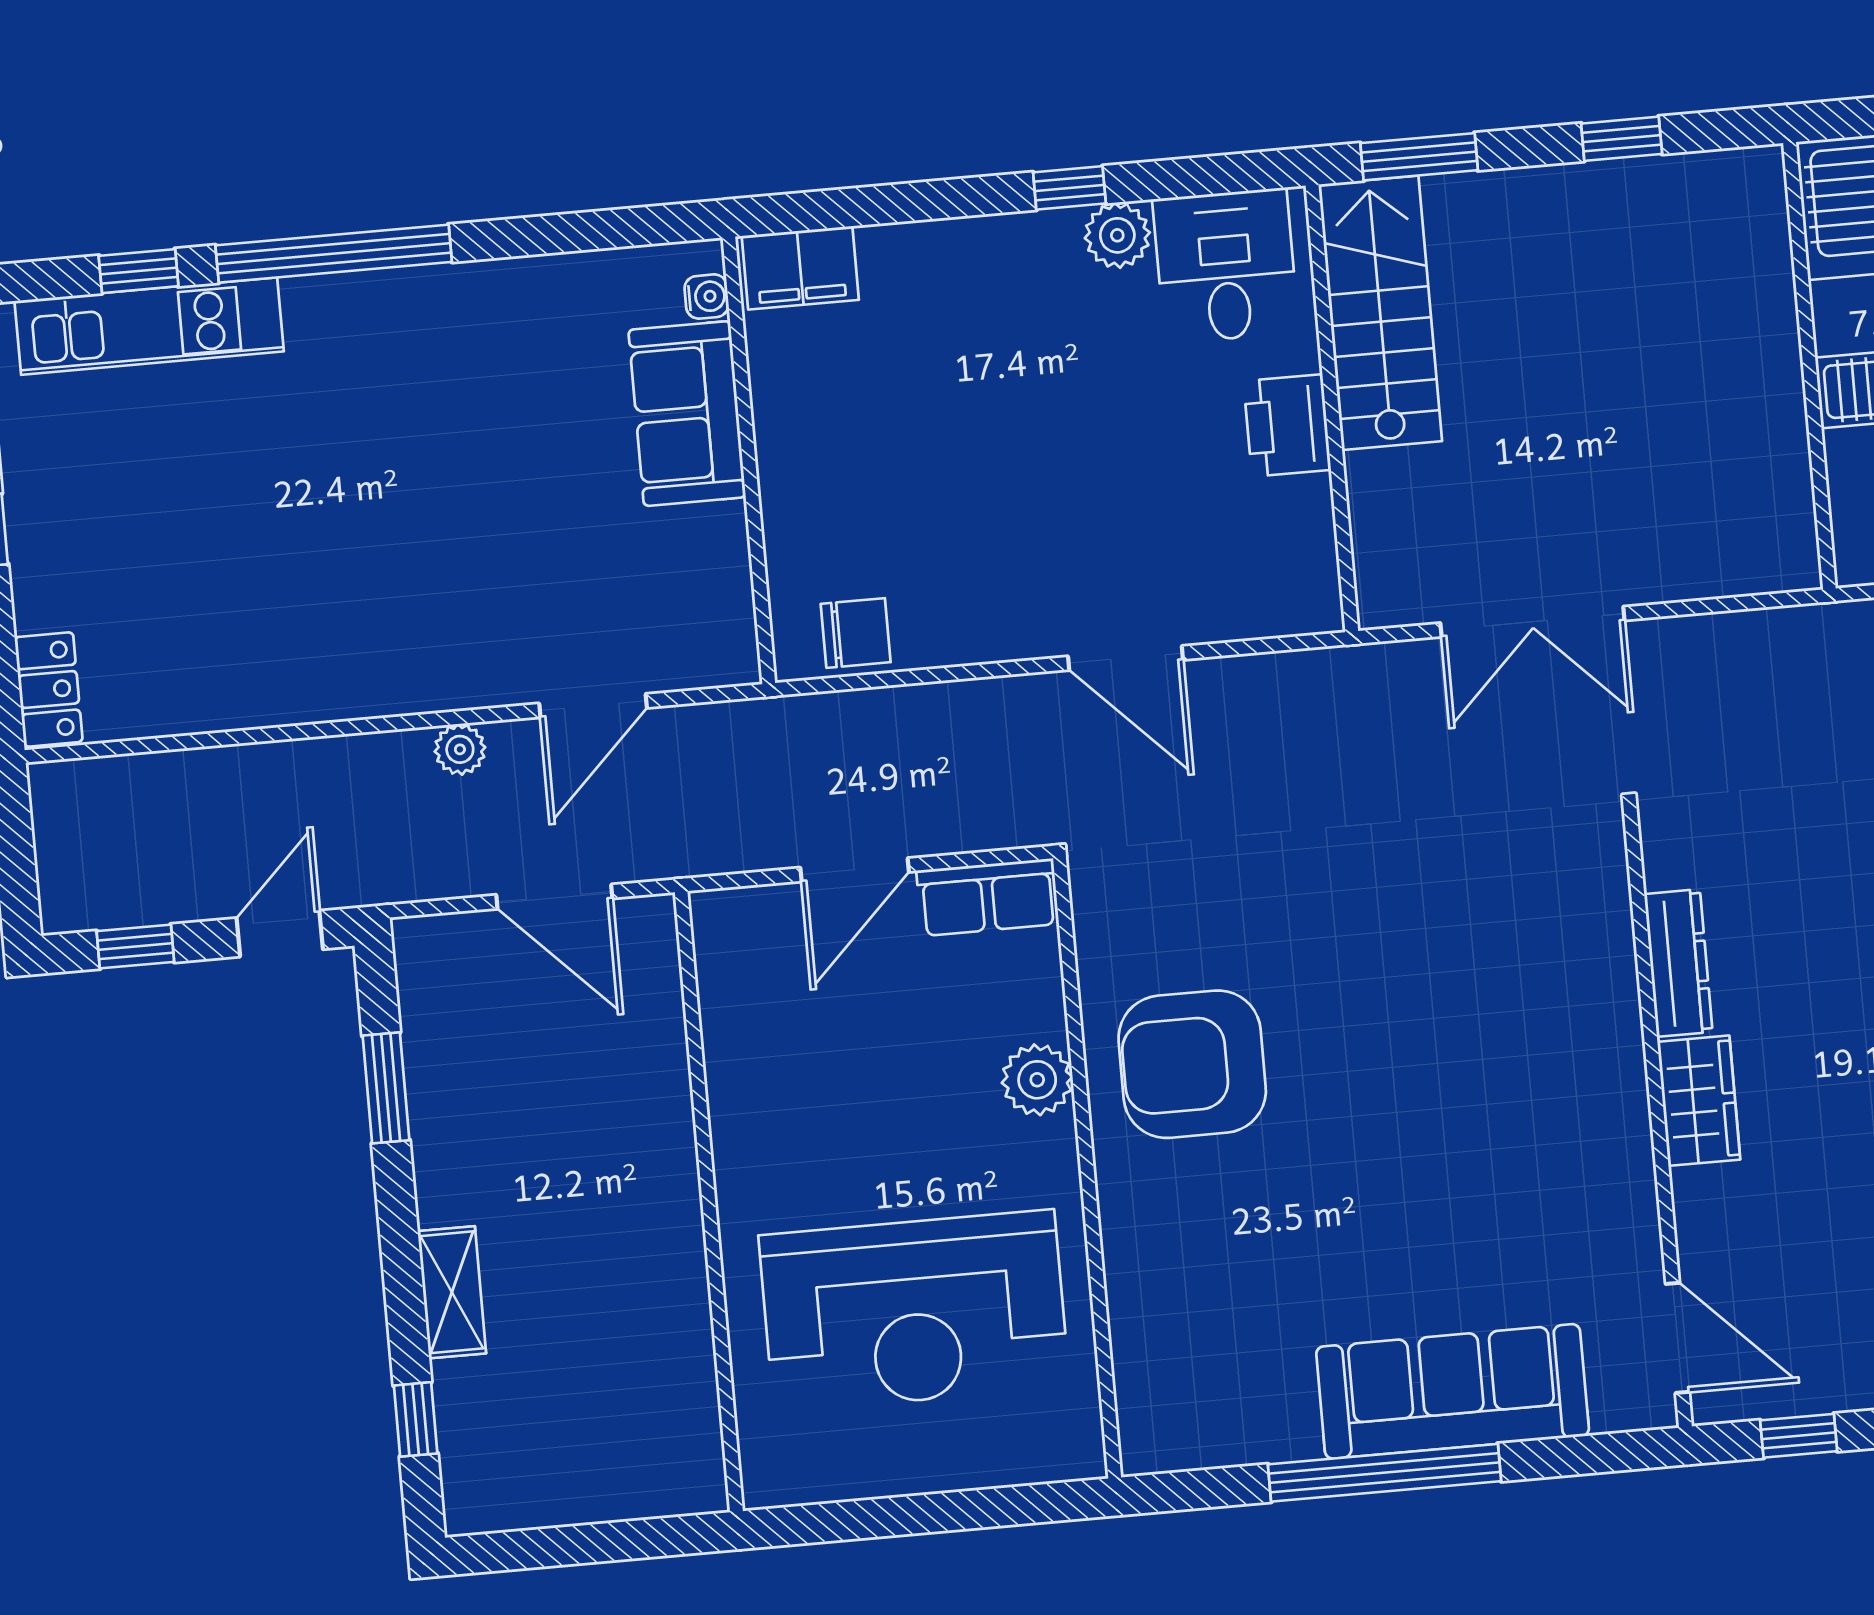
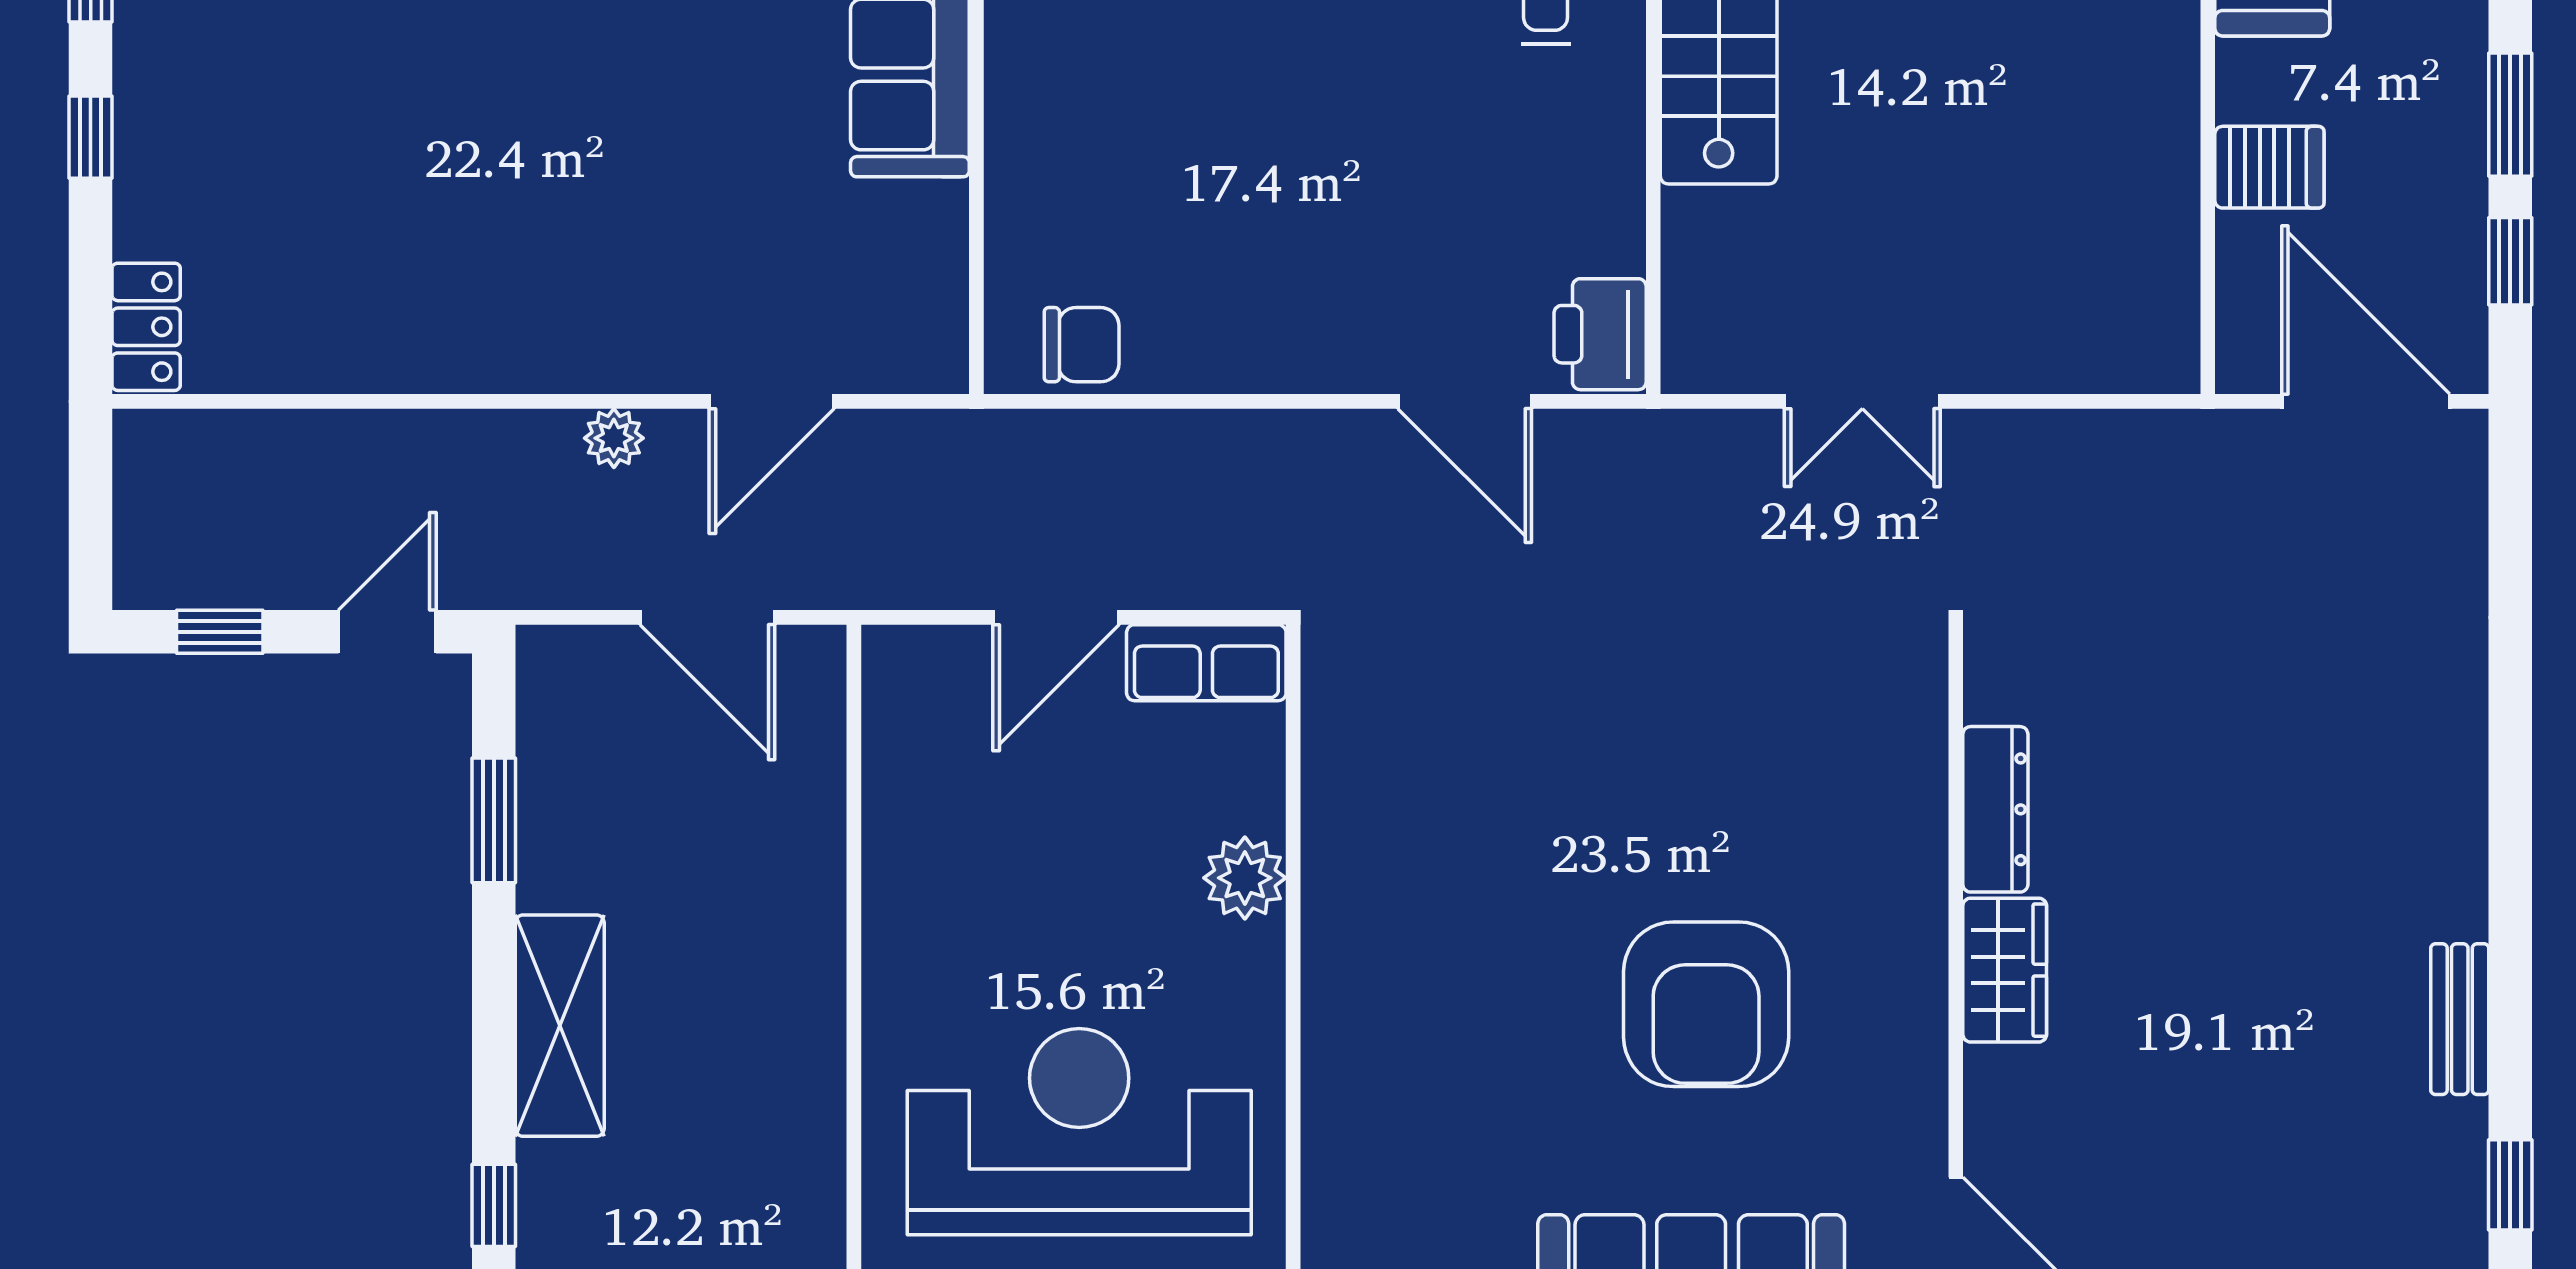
printer: (1287, 425) -> (1600, 334), moved
double door: (1532, 622) -> (1862, 401), width x0.73
door: (1125, 658) -> (1465, 401), moved
armchair: (1192, 1064) -> (1706, 1004), moved, turned -90
shelving: (452, 1292) -> (560, 1026), width x1.50, depth x1.33
reception desk: (914, 1311) -> (1079, 1132), turned 180

